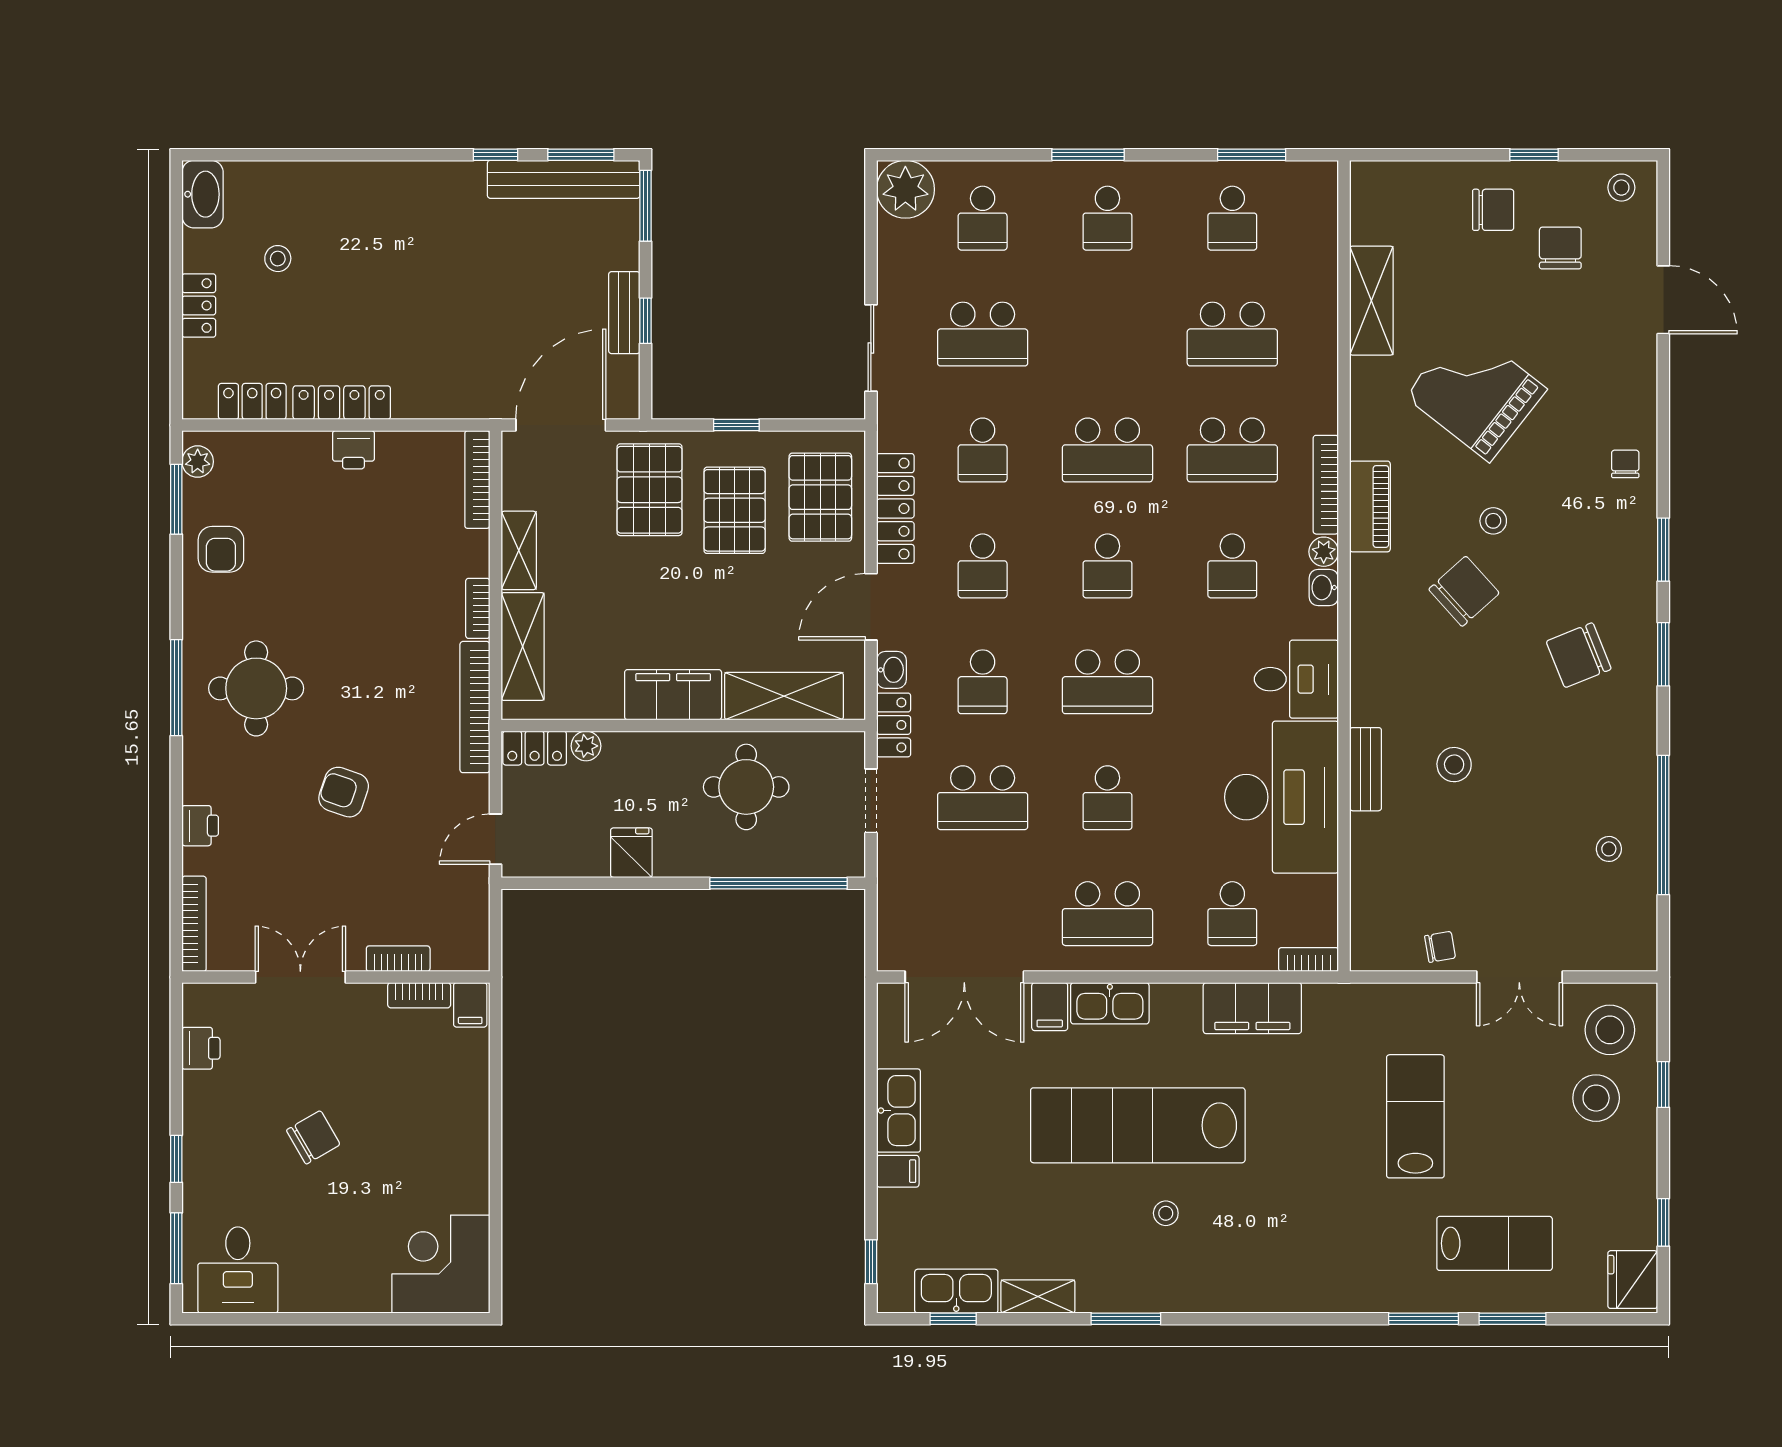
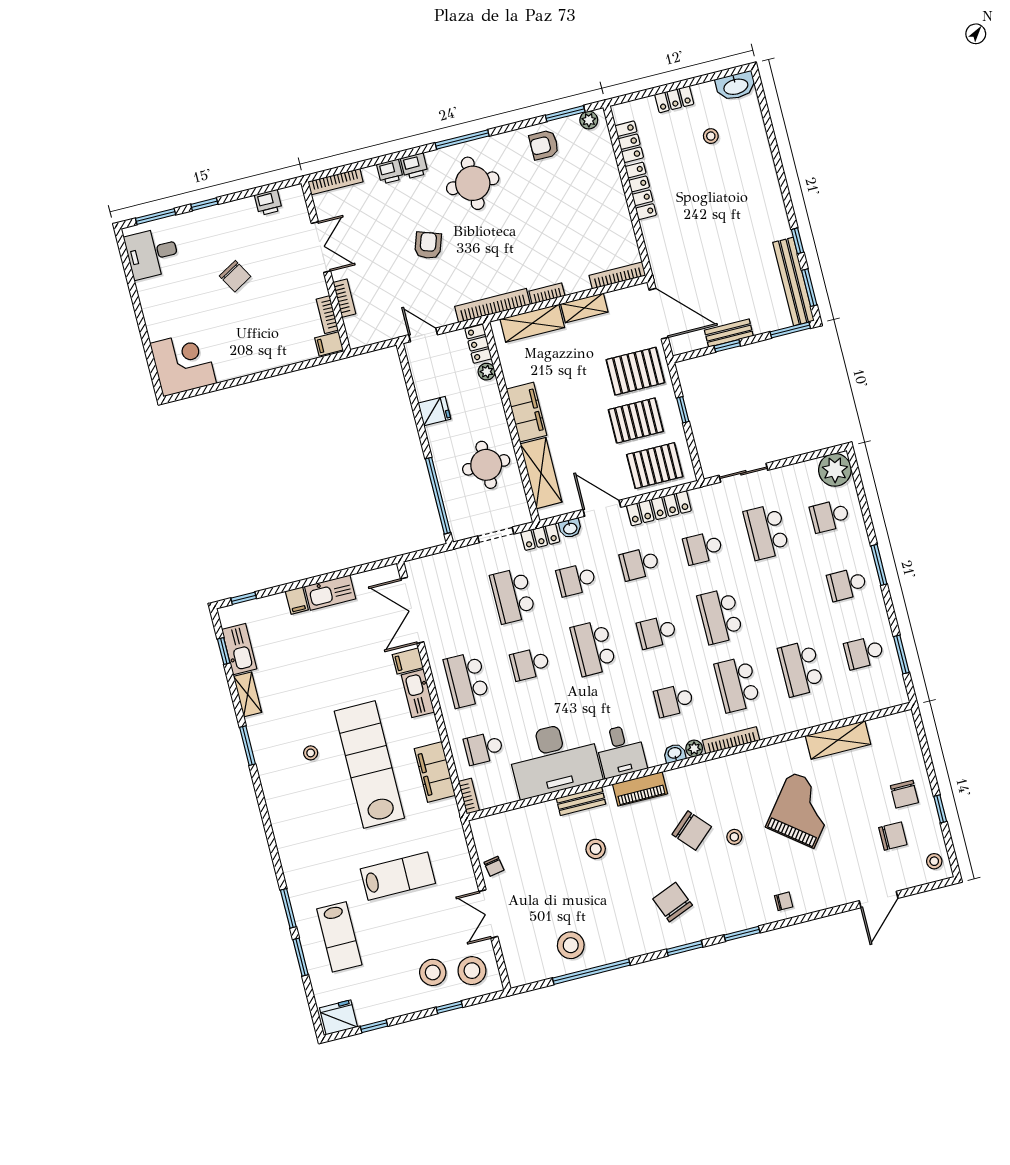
printer: (353, 450) -> (414, 166), moved, turned -90
piano: (1370, 506) -> (640, 789), moved
stool: (1609, 849) -> (571, 945), width x1.89, depth x1.89
lab bench: (1138, 1125) -> (369, 765), moved

